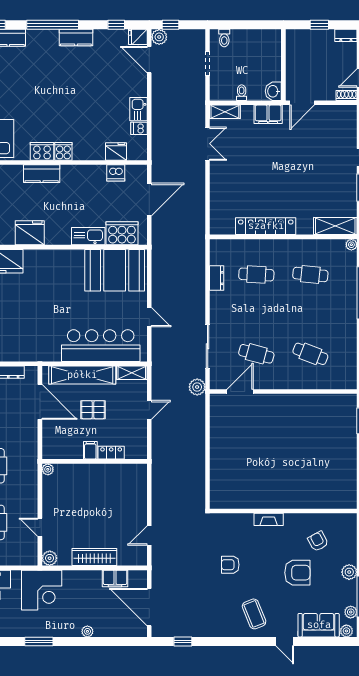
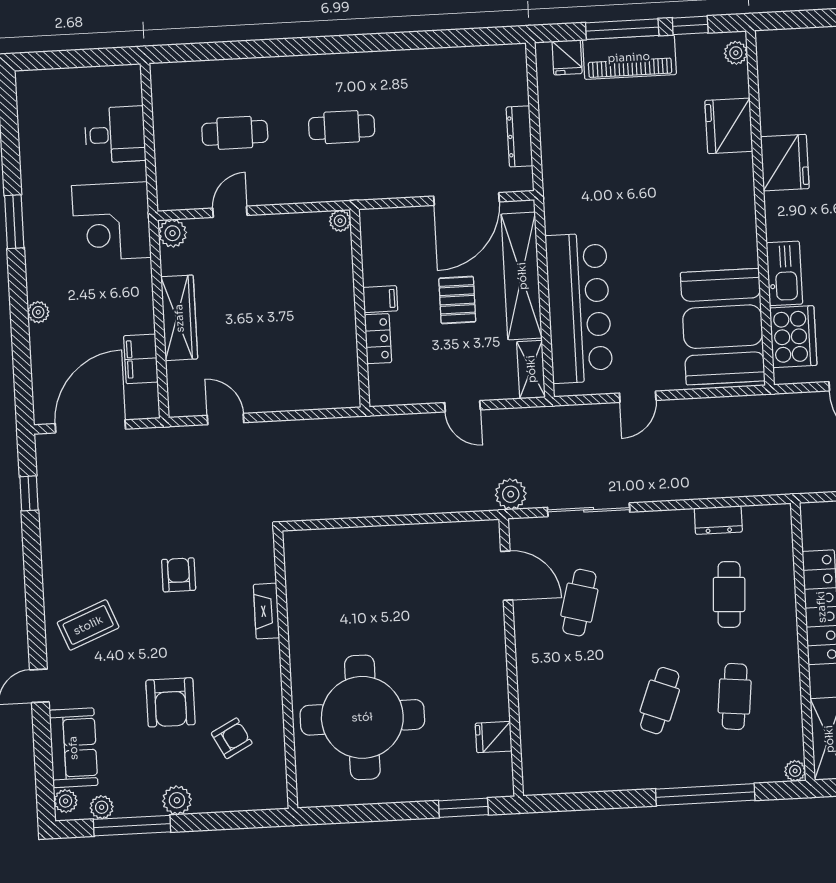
cafe table: (310, 354) -> (660, 701), moved
fridge: (325, 403) -> (494, 737), added
round table: (311, 472) -> (362, 717), added
fireplace: (269, 519) -> (266, 611), moved

